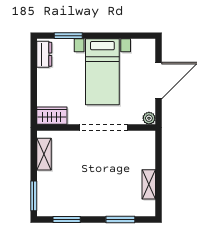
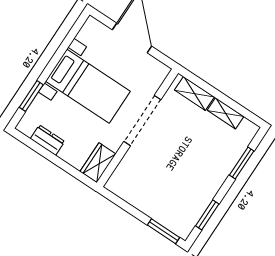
dresser: (44, 54) -> (48, 140), moved
plant: (149, 118) -> (162, 71), removed
shelving: (44, 154) -> (194, 93), moved

